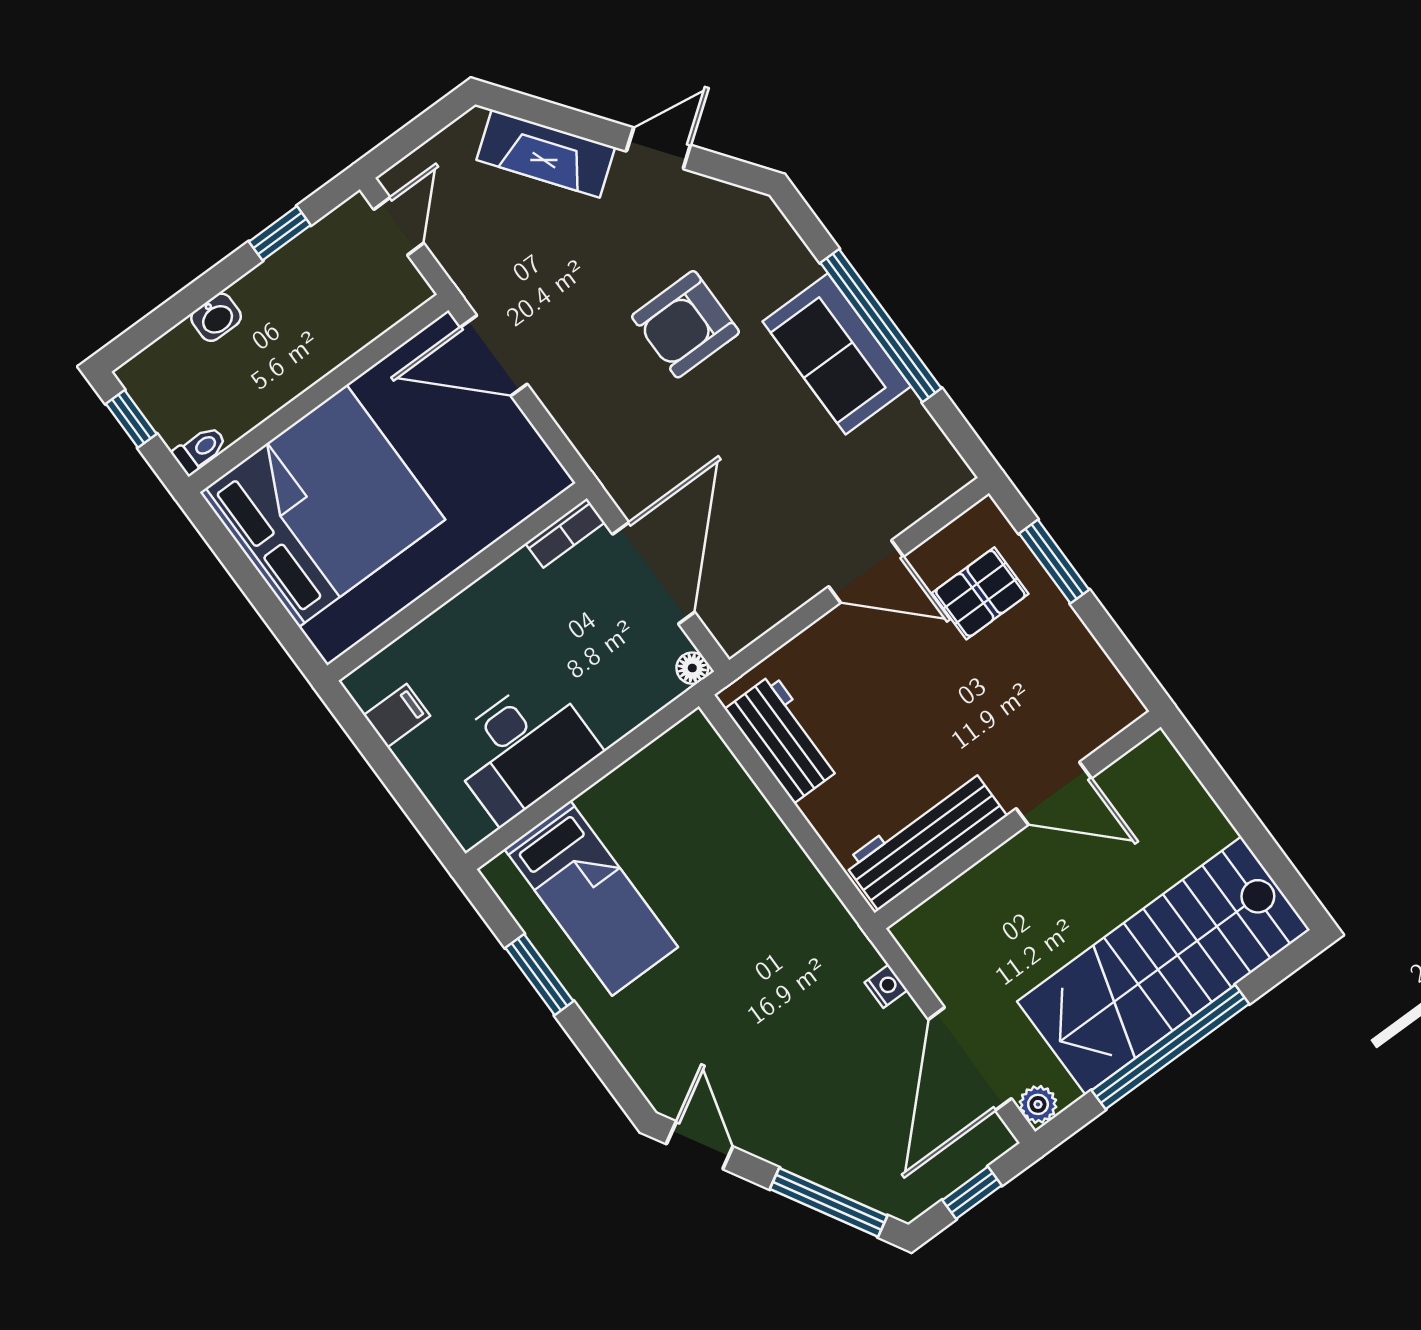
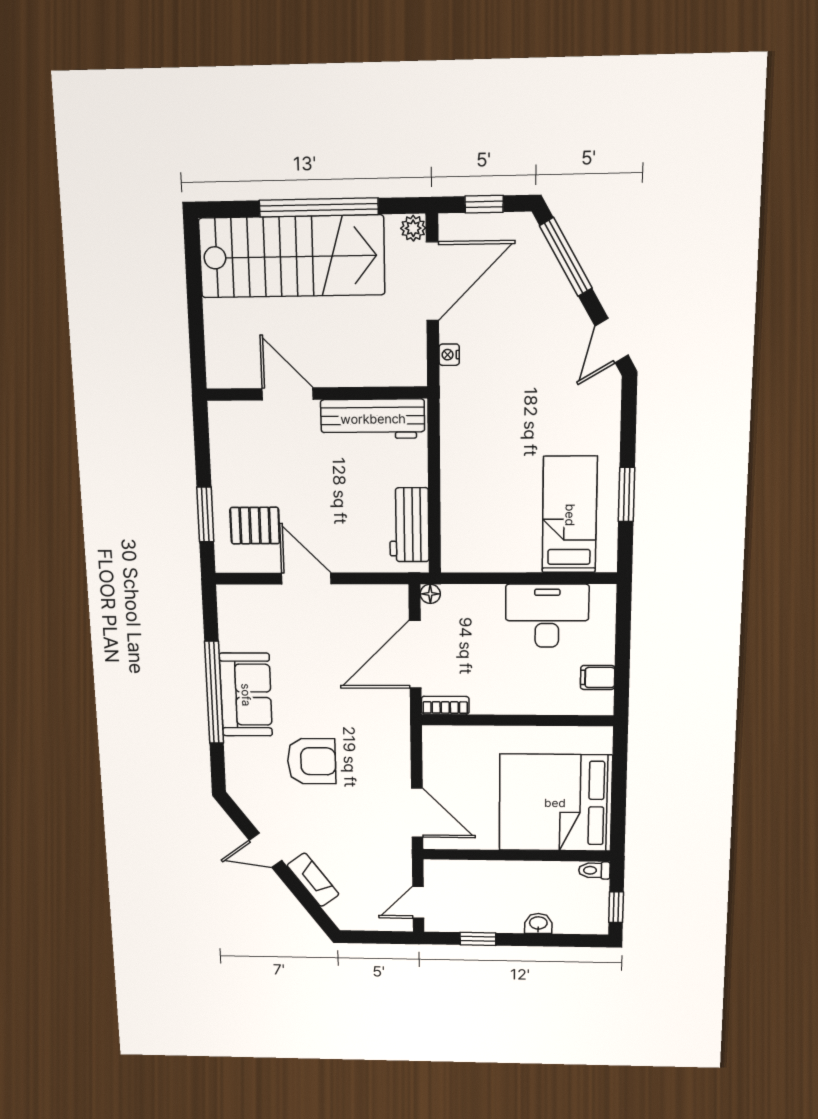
fireplace: (546, 154) -> (313, 880), width x0.73, depth x0.76

